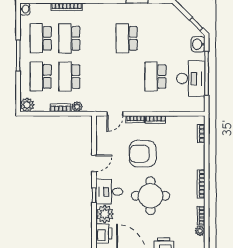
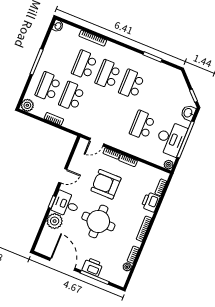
school desk: (41, 38) -> (108, 74), moved
plant: (77, 107) -> (169, 165), moved
printer: (104, 233) -> (151, 202), moved, turned 180

